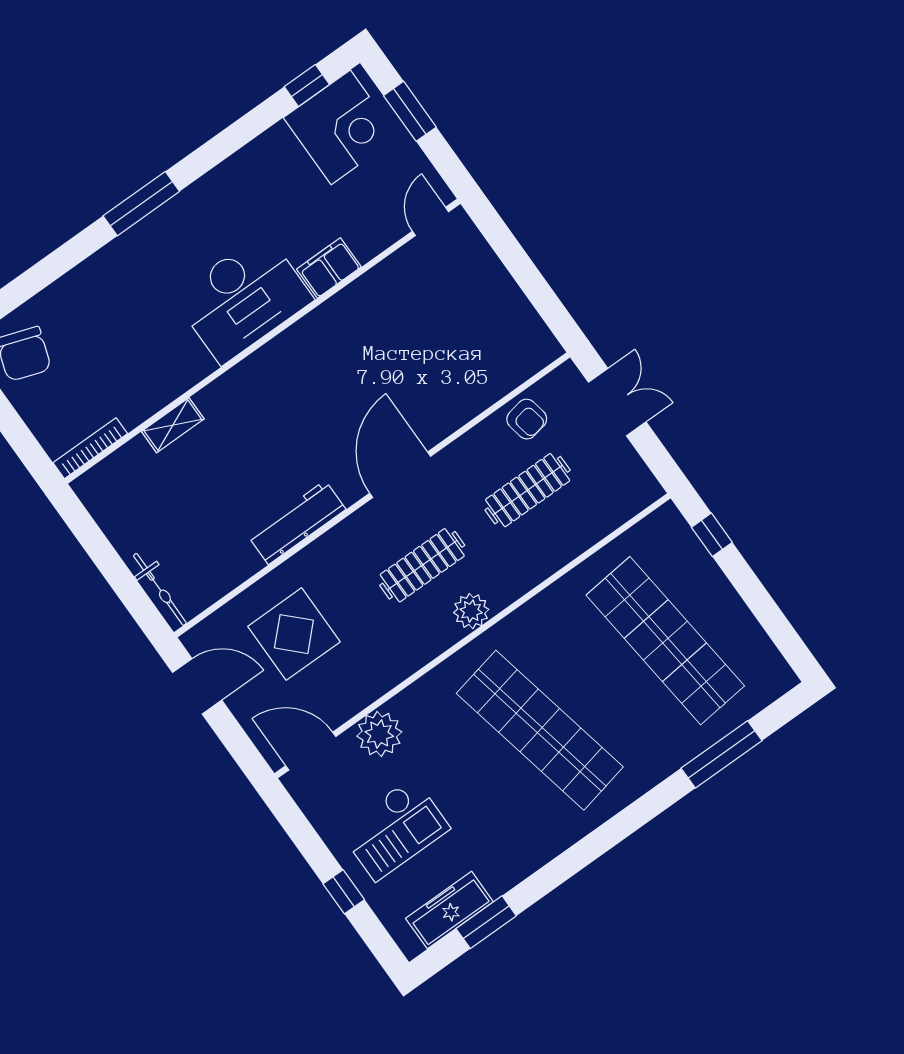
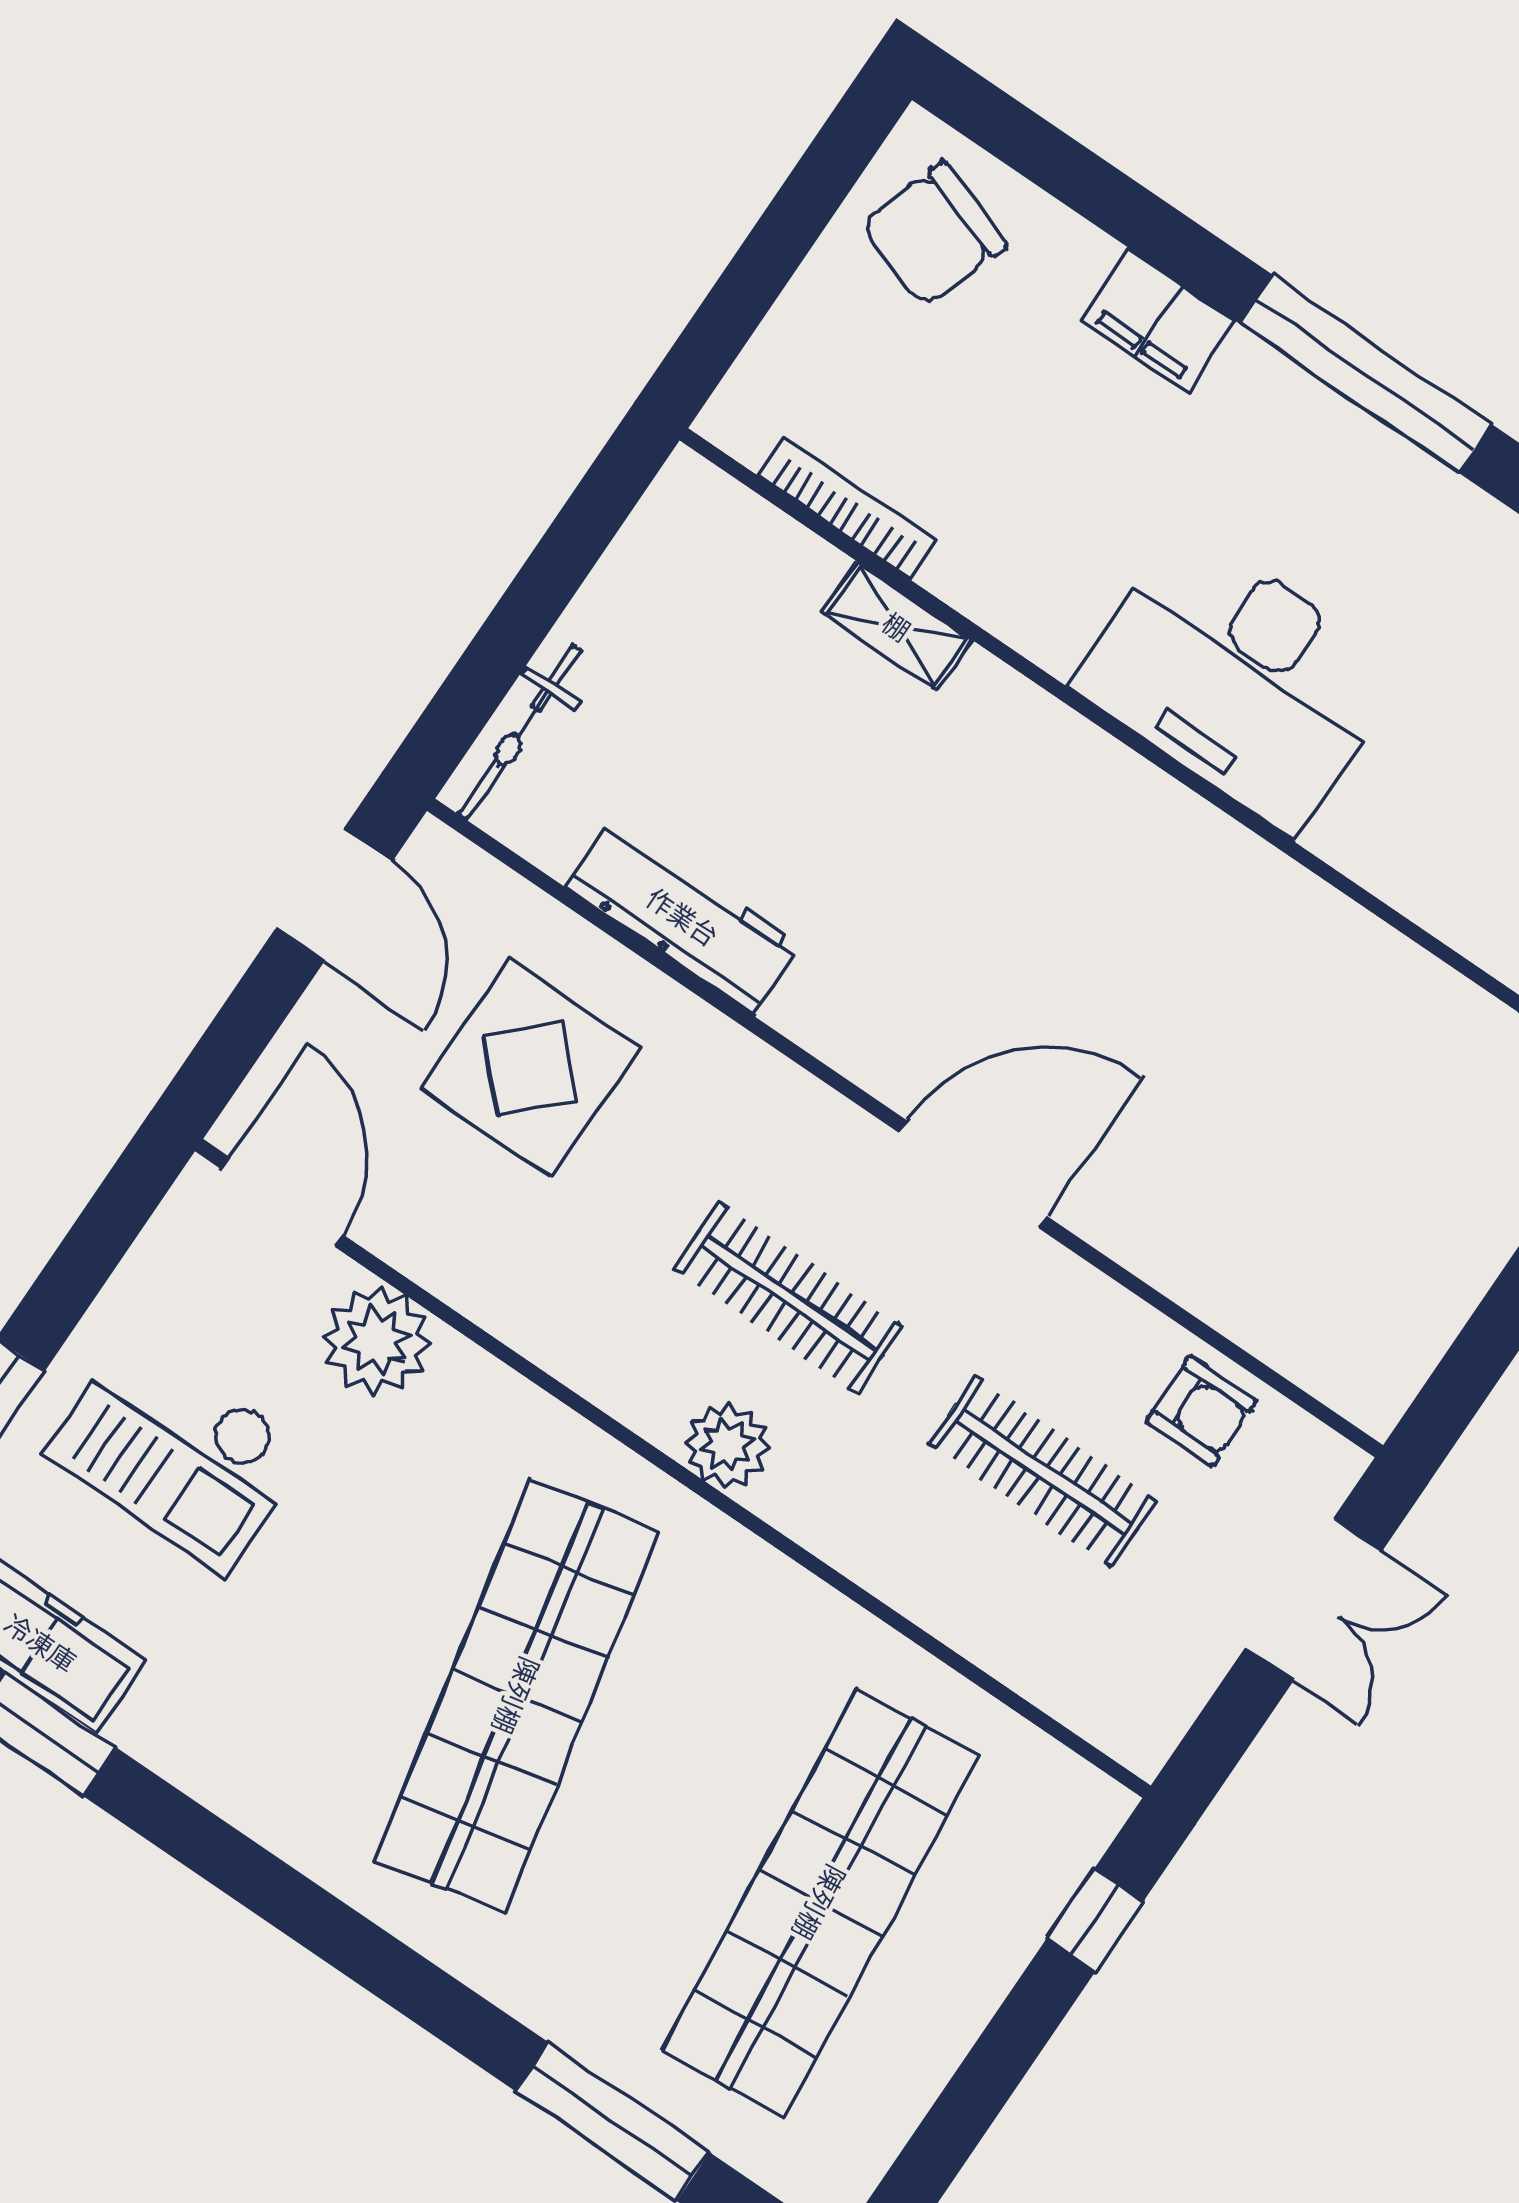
window: (141, 204) -> (1366, 374), width x1.46
filing cabinet: (329, 268) -> (1159, 320), moved, turned 180
armchair: (527, 419) -> (1201, 1411), turned -79
bookcase: (90, 448) -> (847, 508), moved
workbench: (297, 523) -> (683, 916), moved

